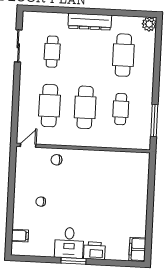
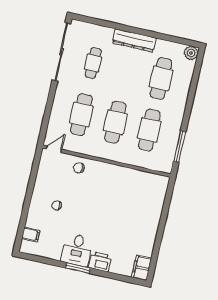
sliding door: (18, 46) -> (61, 52), width x1.86
cafe table: (121, 109) -> (149, 130), width x1.37, depth x1.35

